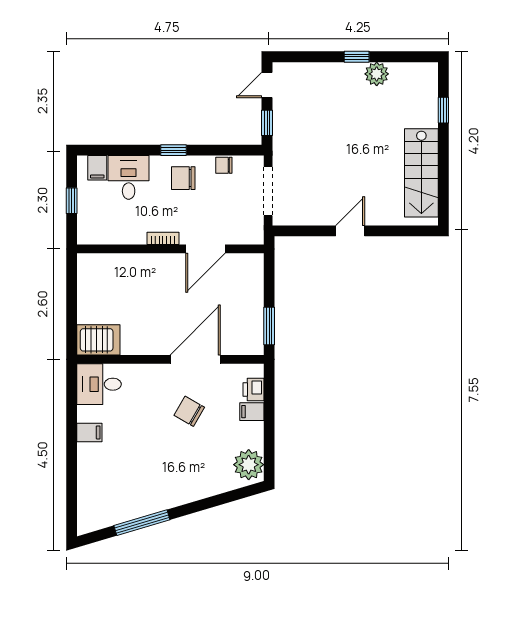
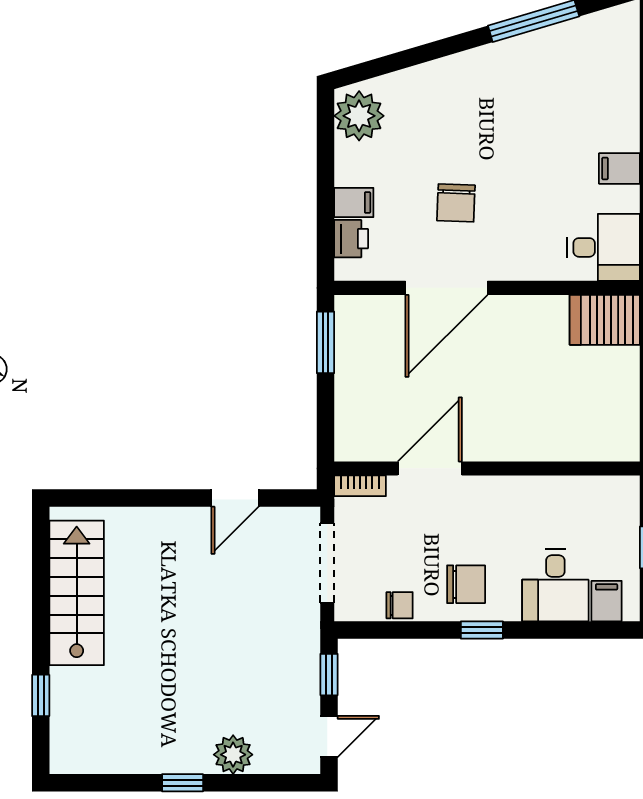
plant: (377, 74) -> (233, 755), moved
door: (350, 231) -> (235, 498), moved
bookcase: (163, 238) -> (360, 486), moved
chair: (189, 411) -> (456, 203), turned 62

